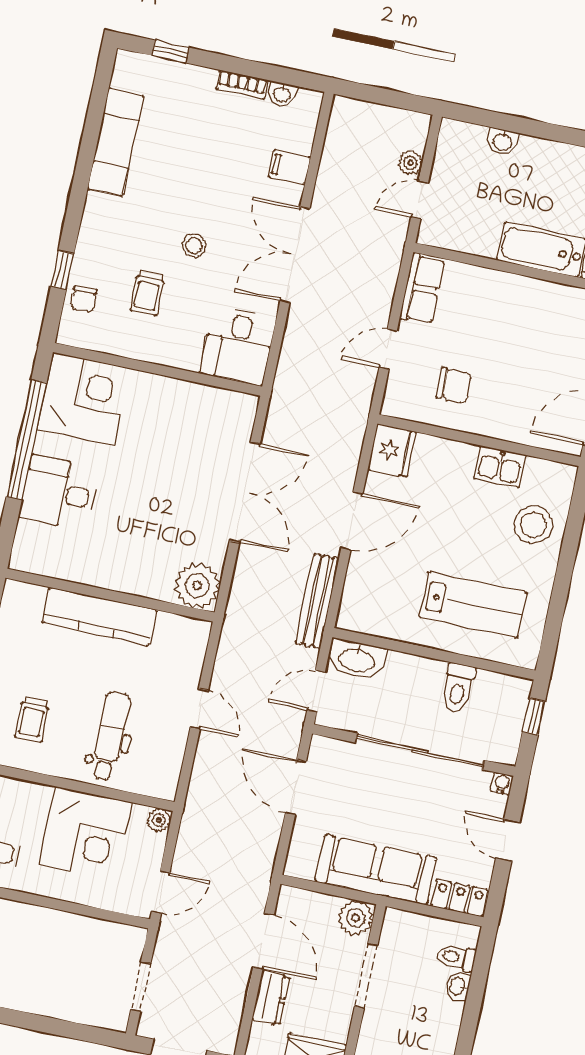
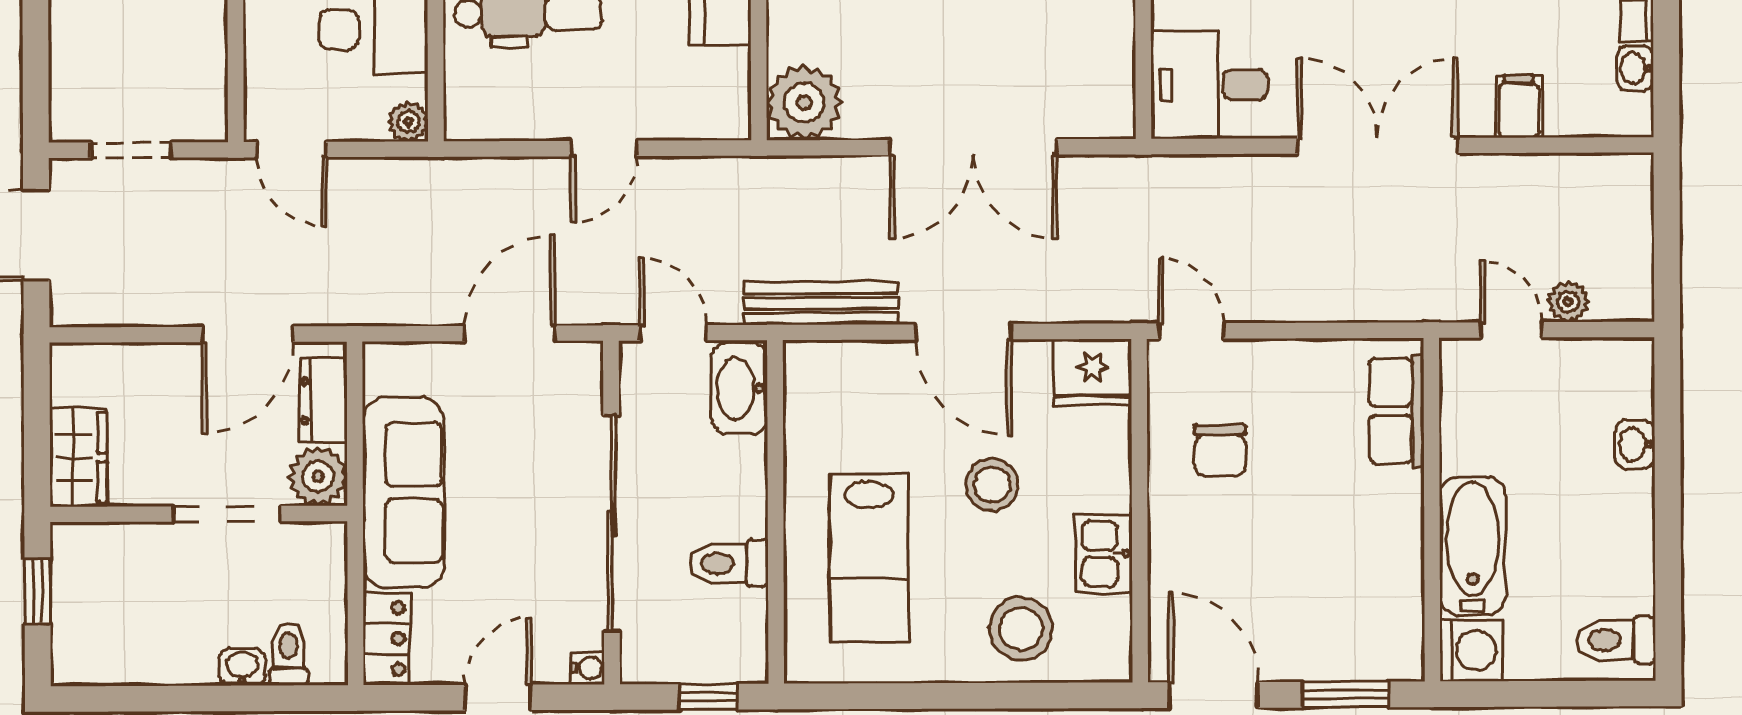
row of seats: (422, 289) -> (1397, 411), moved, turned 90
door: (388, 349) -> (1191, 331), moved
stool: (445, 524) -> (992, 485), added
dresser: (271, 998) -> (323, 401), moved, turned 90

